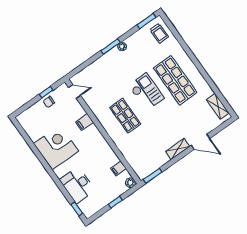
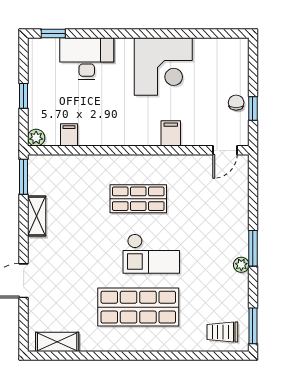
shelving: (178, 149) -> (37, 216), moved

